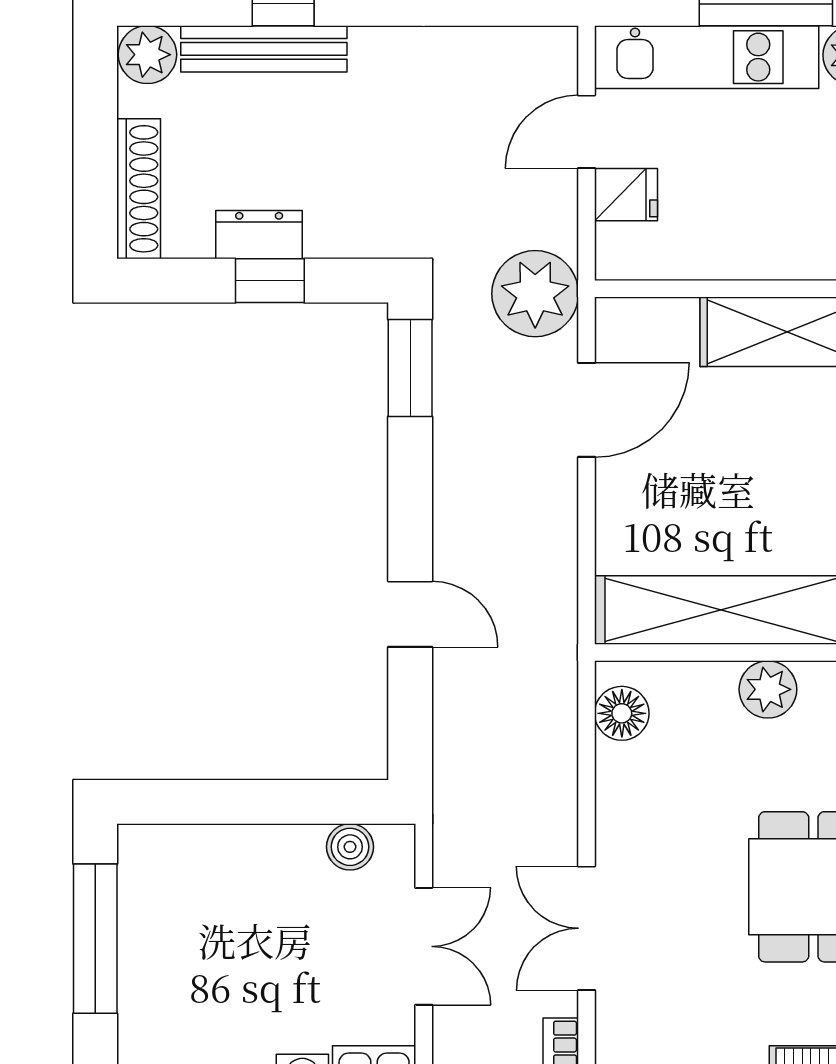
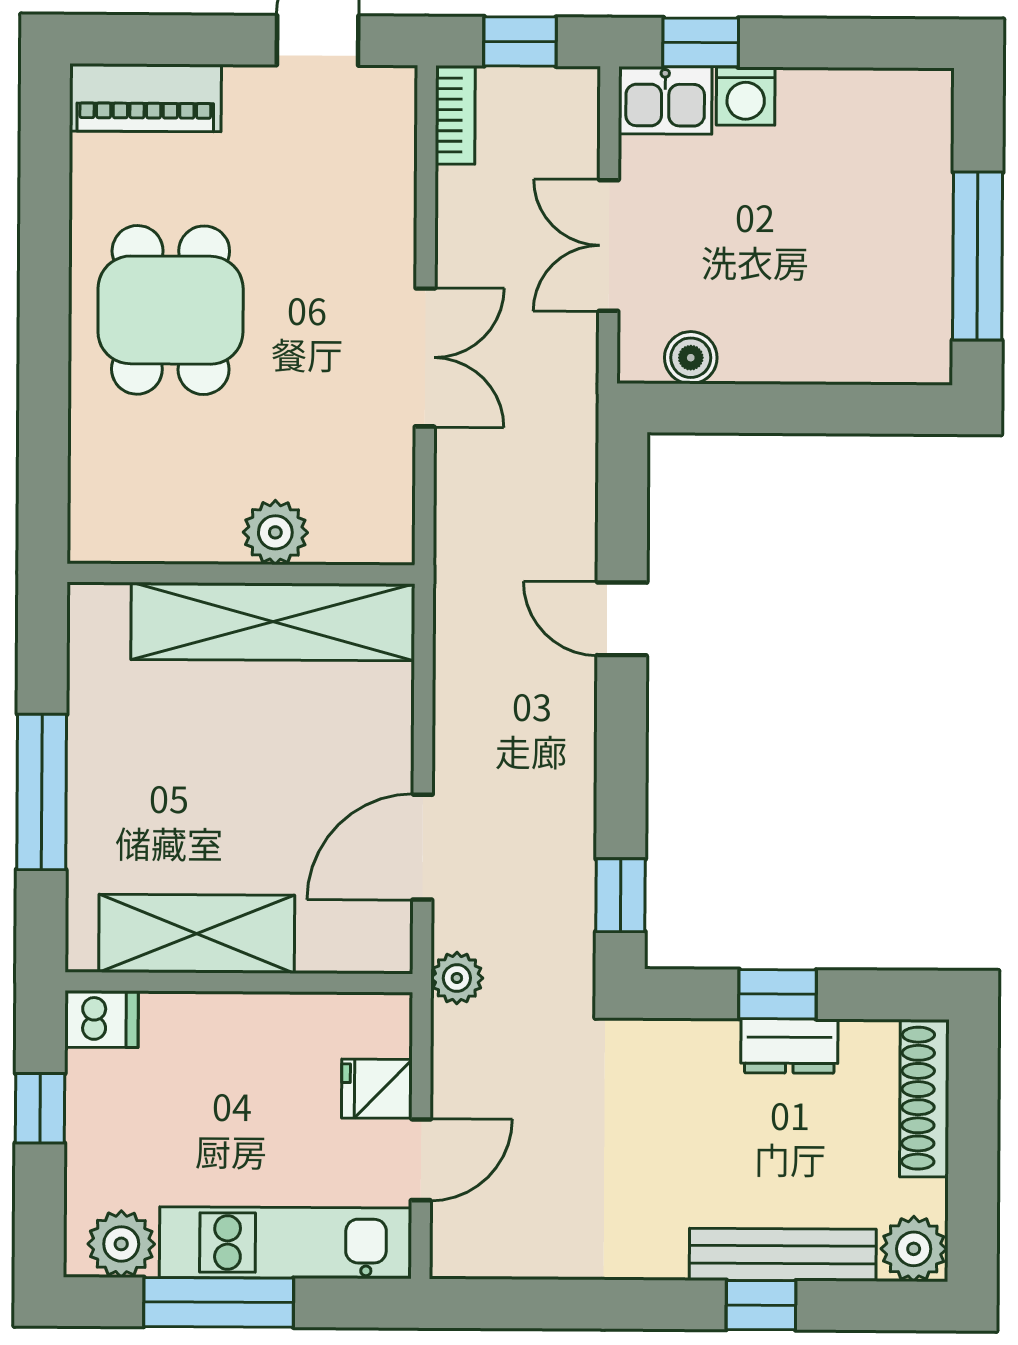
plant: (535, 294) -> (457, 978), width x0.53, depth x0.53
window: (410, 368) -> (620, 895), width x0.67
plant: (768, 689) -> (275, 532), moved
floor lamp: (622, 713) -> (385, 506), removed
double door: (587, 928) -> (425, 357), moved

